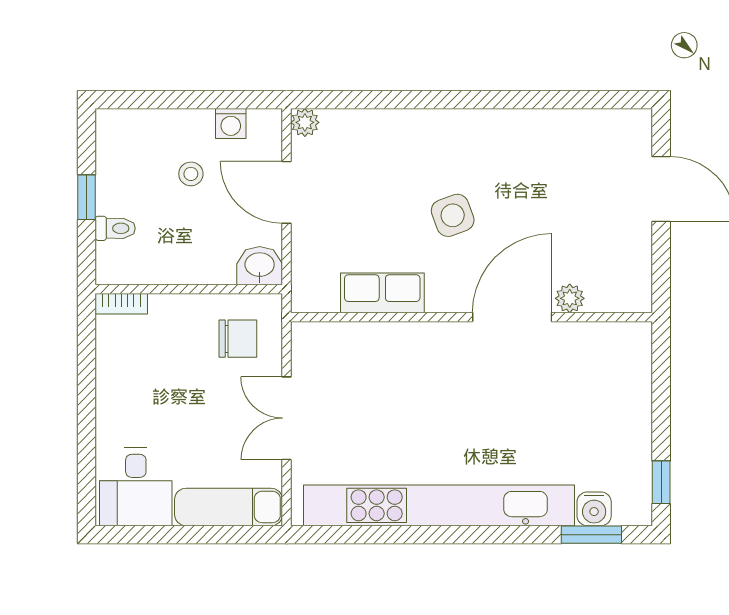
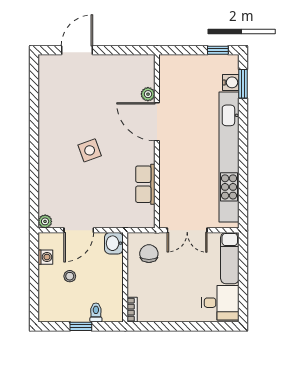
row of seats: (382, 293) -> (145, 184), moved
plant: (570, 298) -> (148, 94), moved
wall: (472, 317) -> (157, 141), moved
door: (512, 317) -> (157, 122), moved

